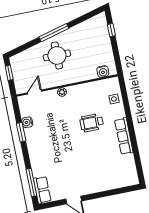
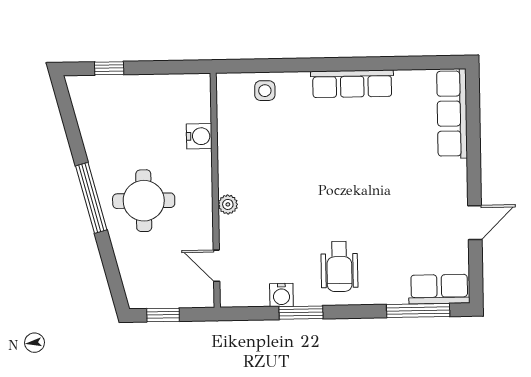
water cooler: (103, 71) -> (199, 136), moved
wheelchair: (92, 123) -> (339, 267), moved
row of seats: (119, 182) -> (452, 114), added

